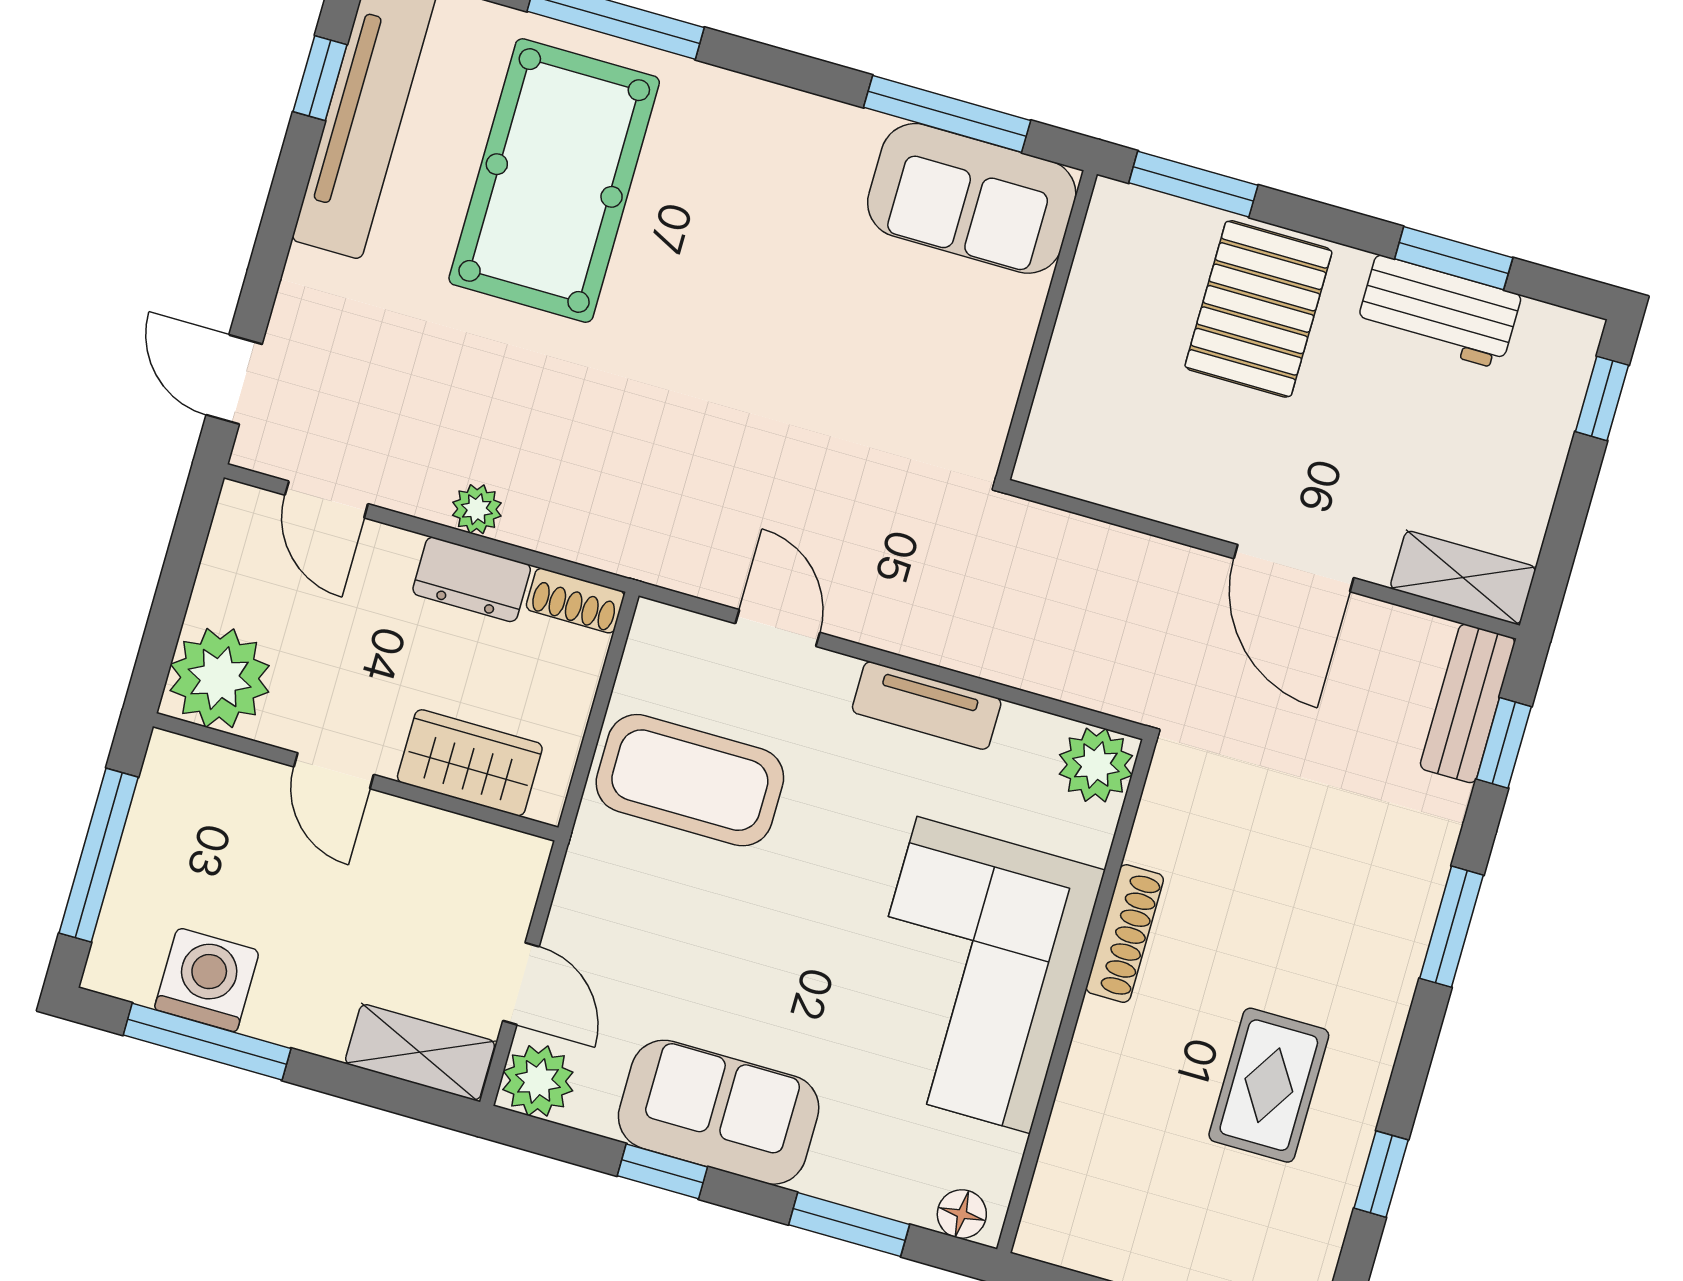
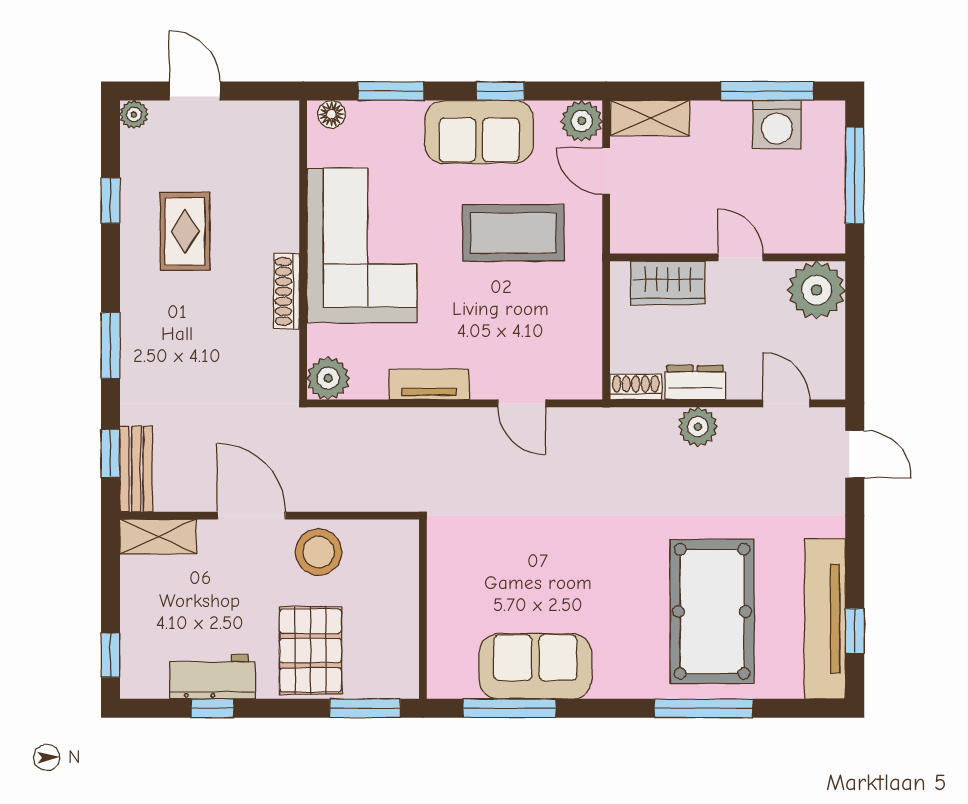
sofa: (972, 198) -> (535, 666), moved
window: (1454, 258) -> (212, 708), width x0.67
stool: (1197, 473) -> (319, 552), added
plant: (477, 509) -> (698, 427), width x1.38, depth x1.38
coffee table: (690, 780) -> (513, 233), moved

